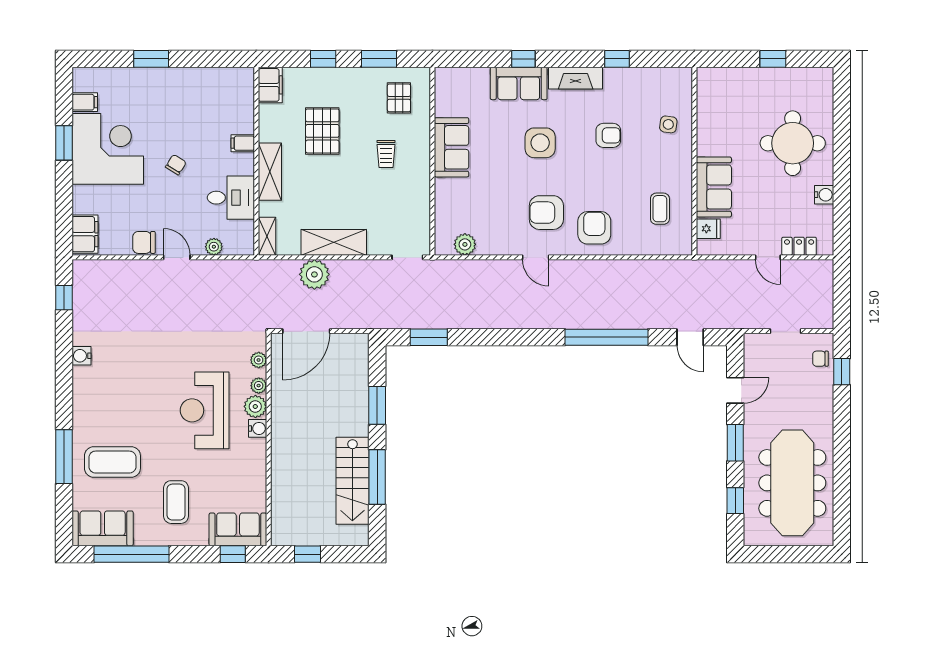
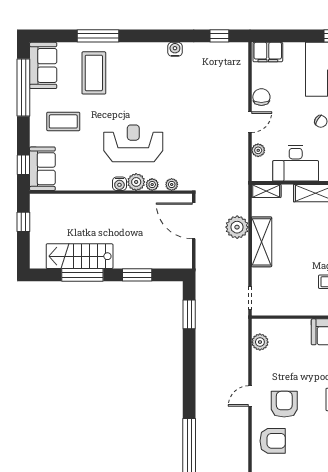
desk: (231, 198) -> (296, 163), width x1.37

